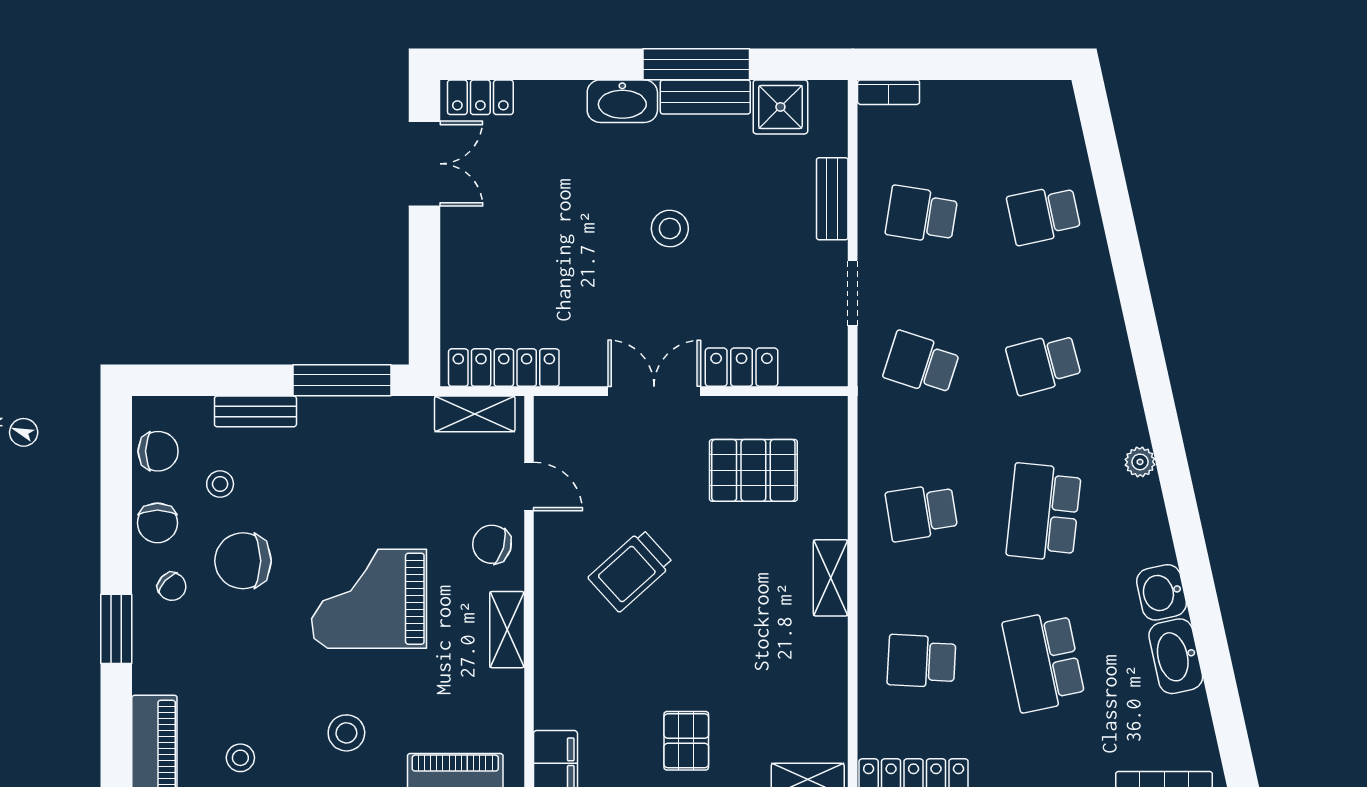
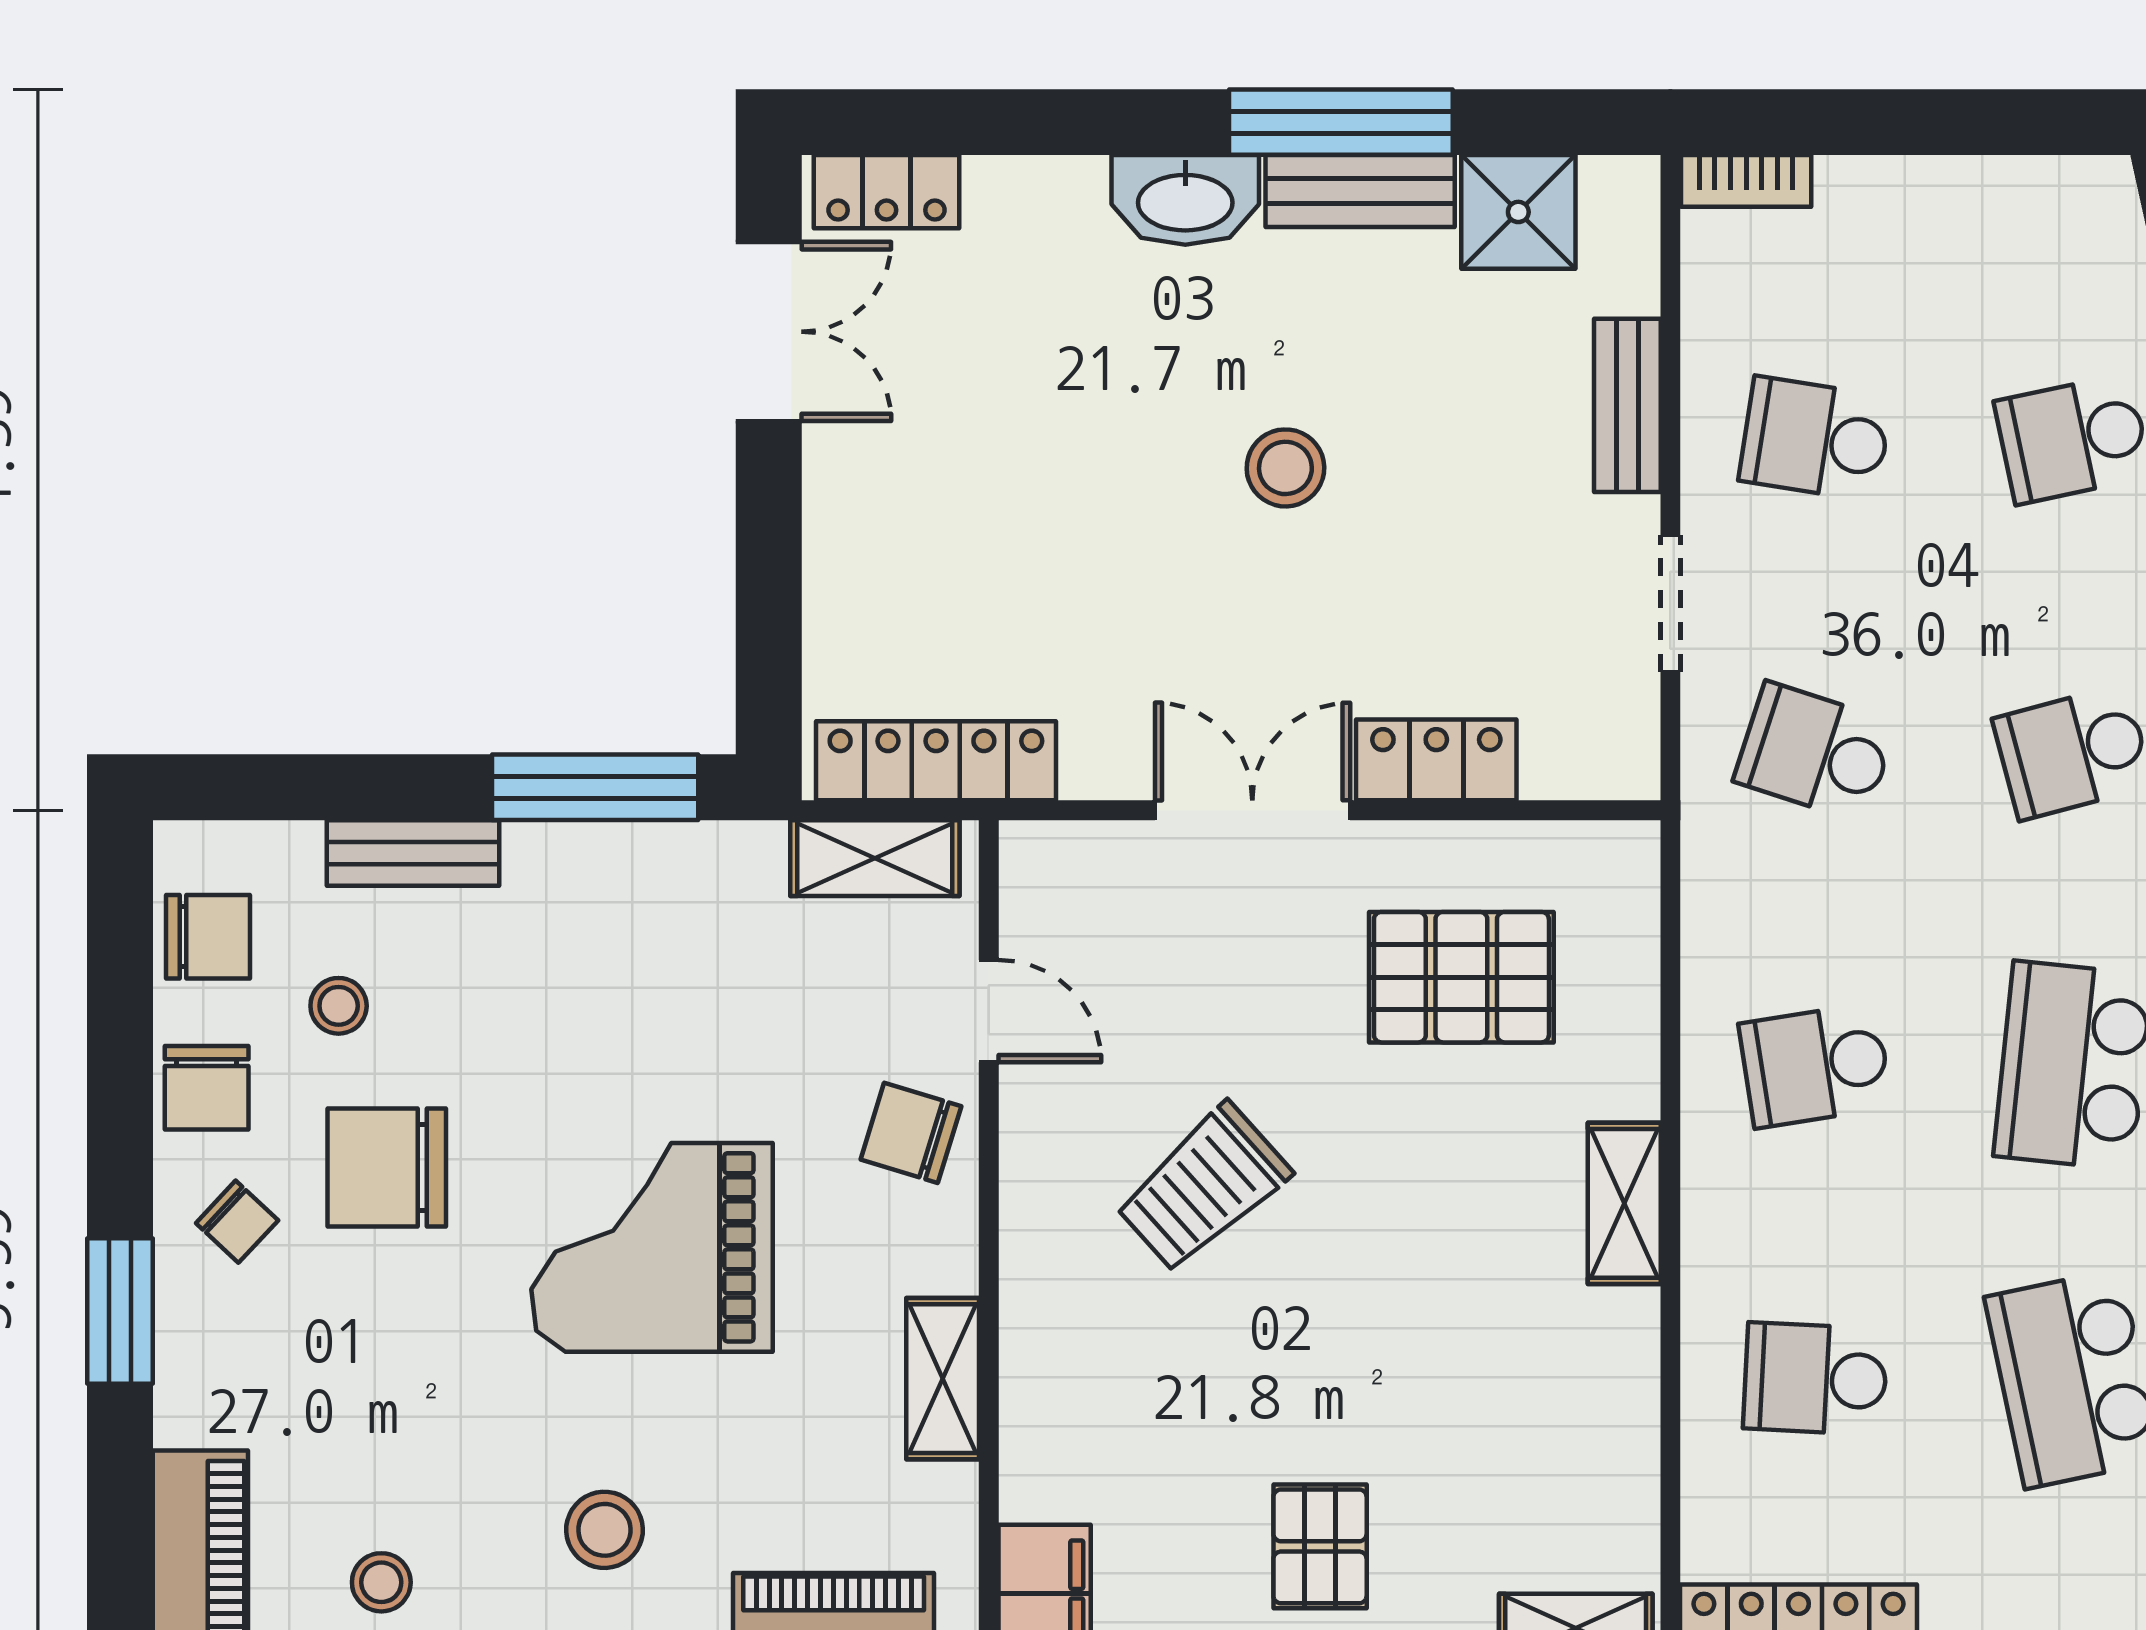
shelving: (507, 630) -> (943, 1379), moved

